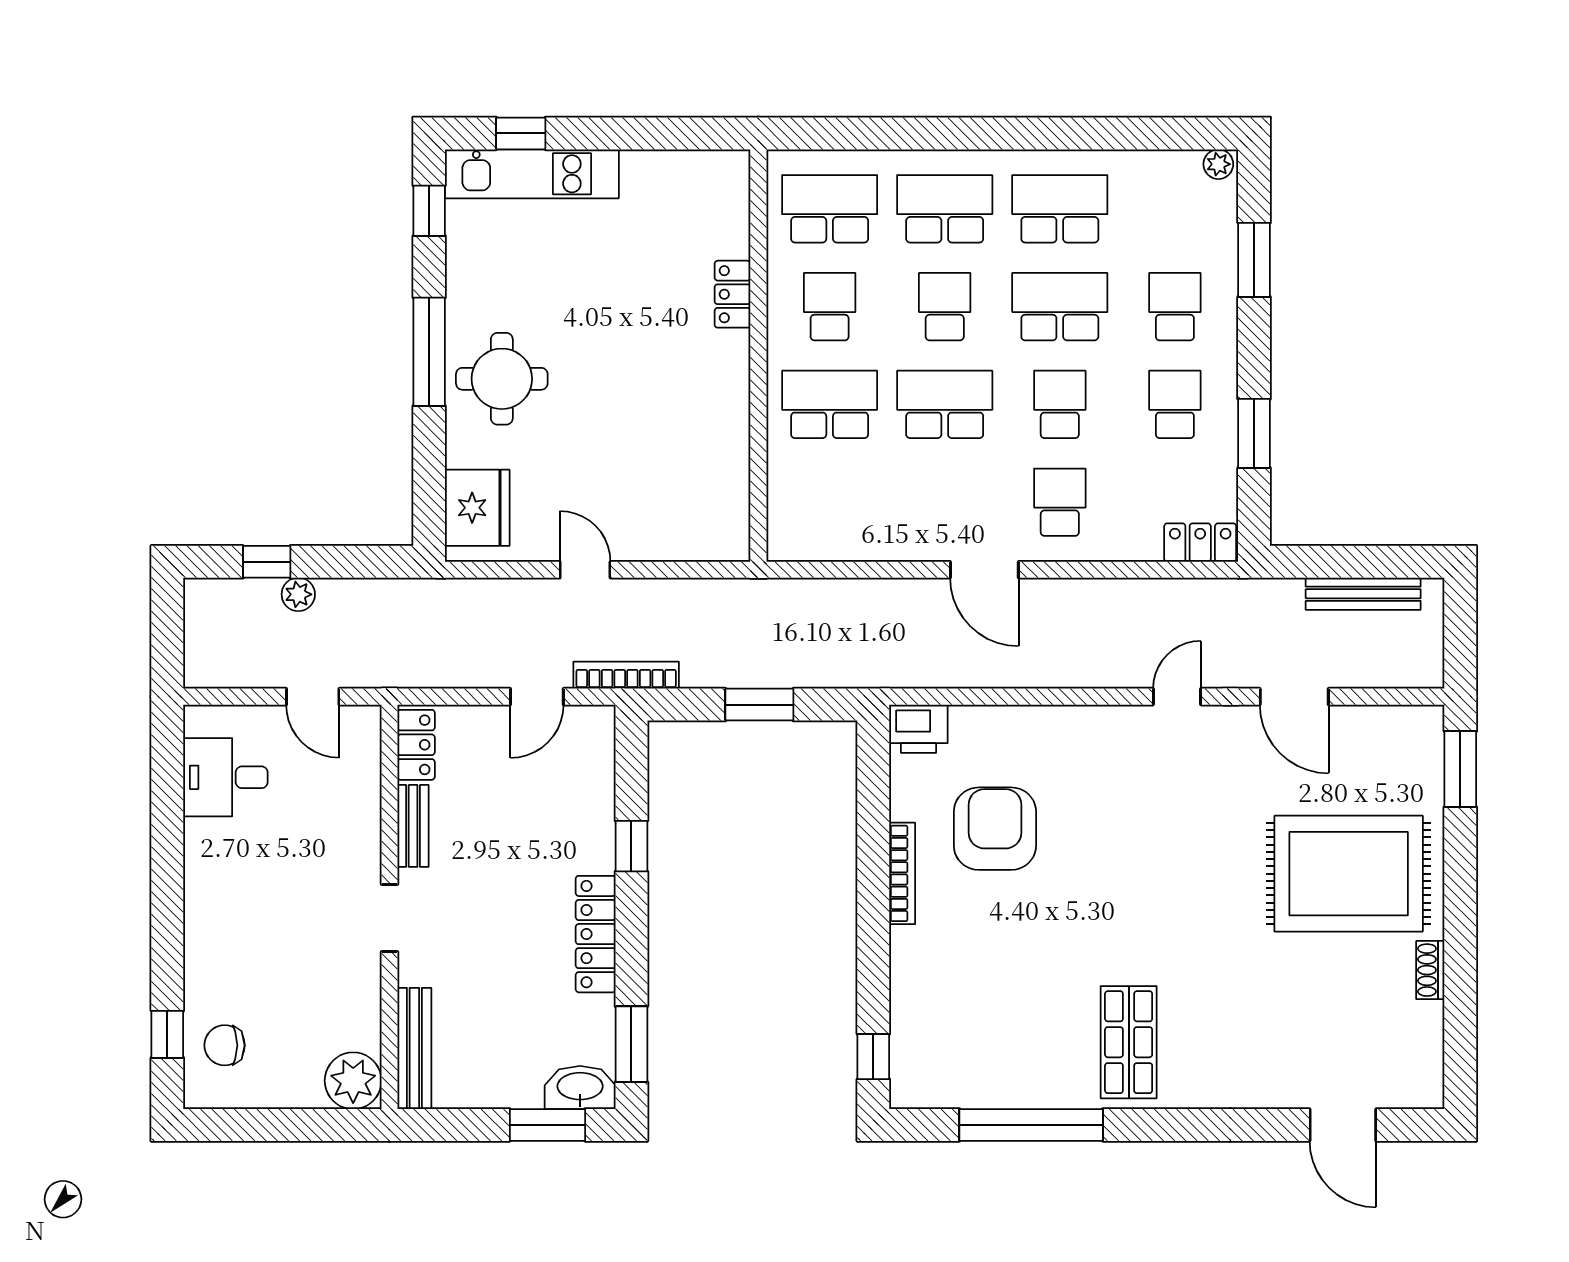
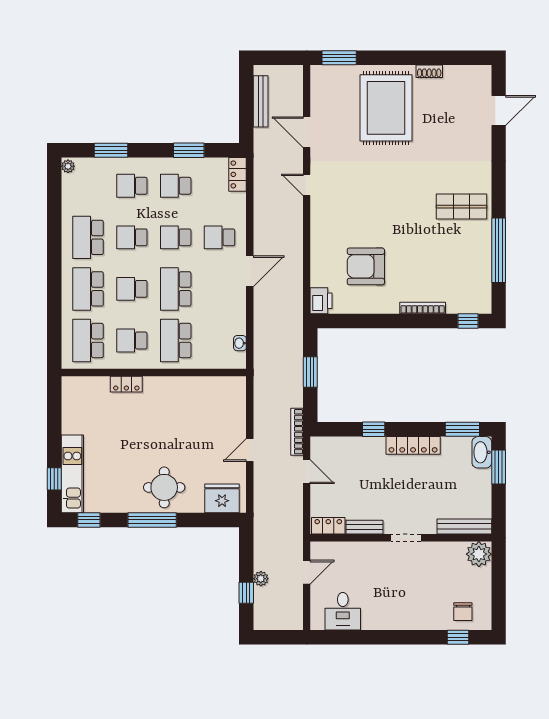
school desk: (1060, 307) -> (132, 237), width x0.54
washbasin: (824, 548) -> (240, 343), added
door: (1294, 697) -> (307, 132), swing flipped
bookcase: (902, 873) -> (423, 308), moved

